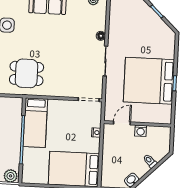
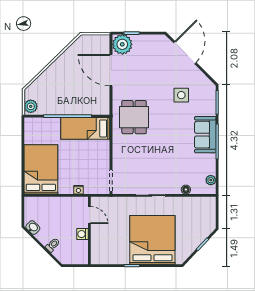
floor lamp: (101, 36) -> (186, 190), moved
bed: (149, 81) -> (152, 240), moved

